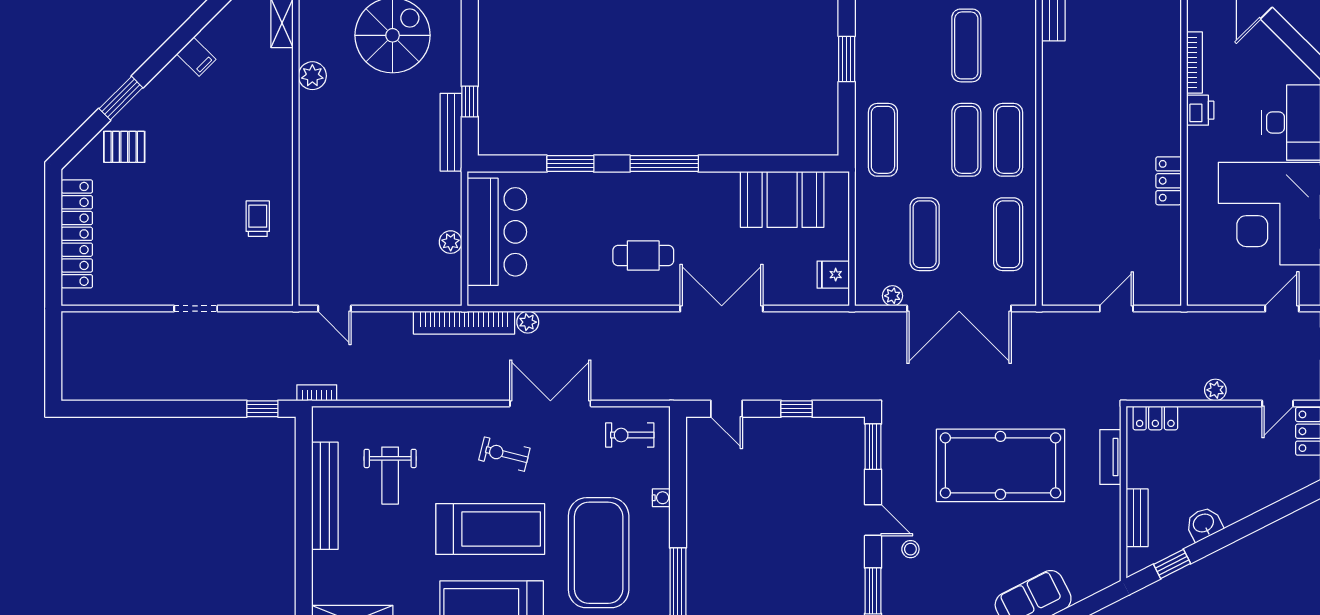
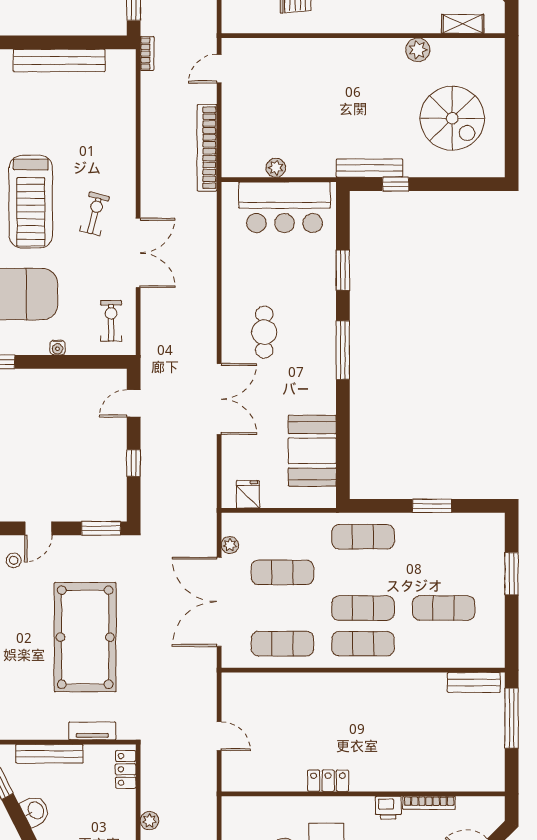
plant: (528, 322) -> (207, 234), removed
bookcase: (464, 323) -> (207, 148), moved
weight bench: (390, 476) -> (76, 116), removed
bench: (1137, 518) -> (49, 754), width x1.36

